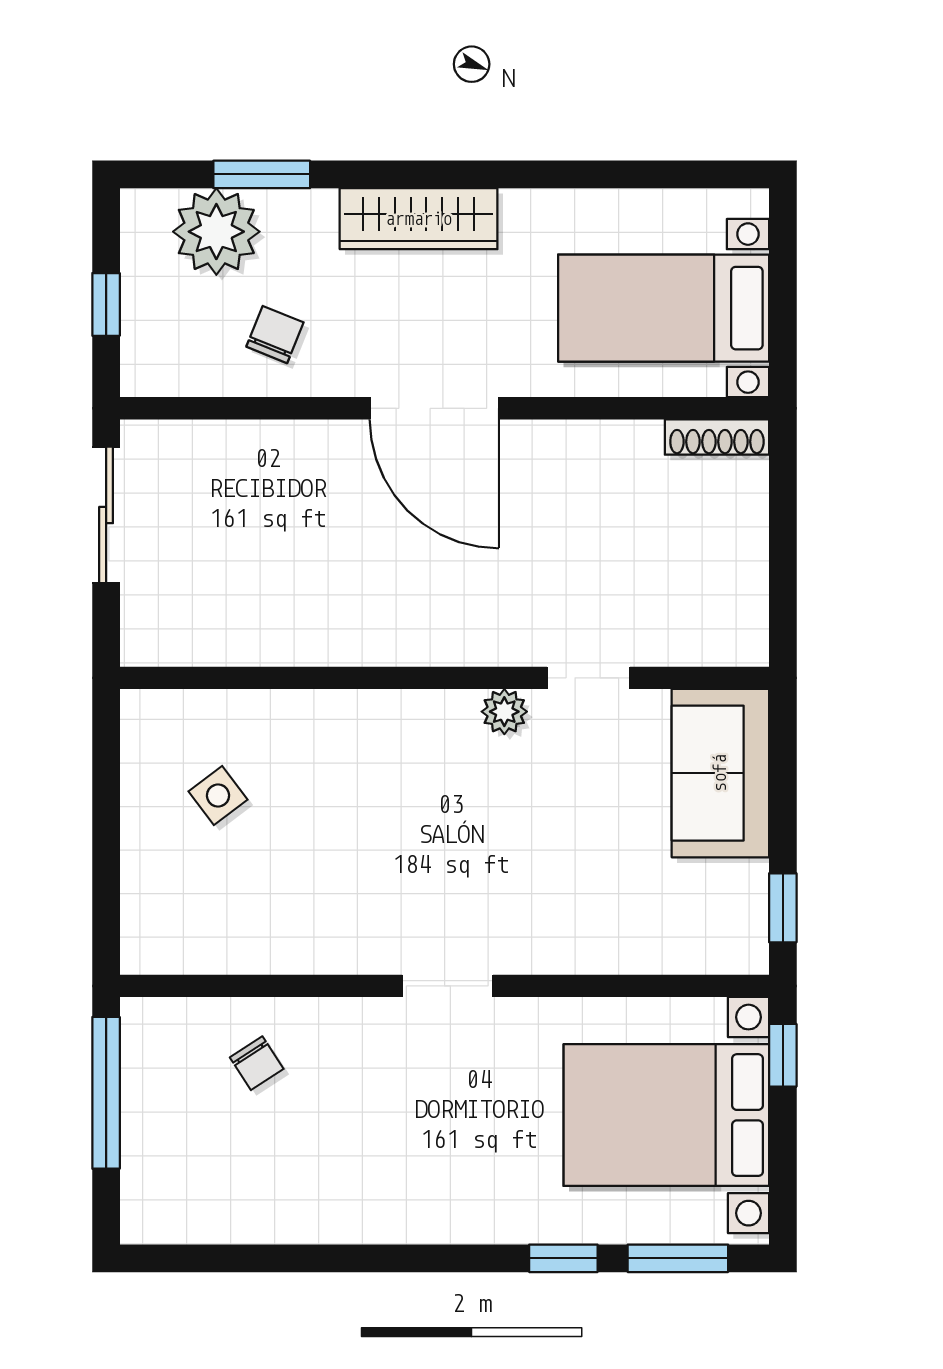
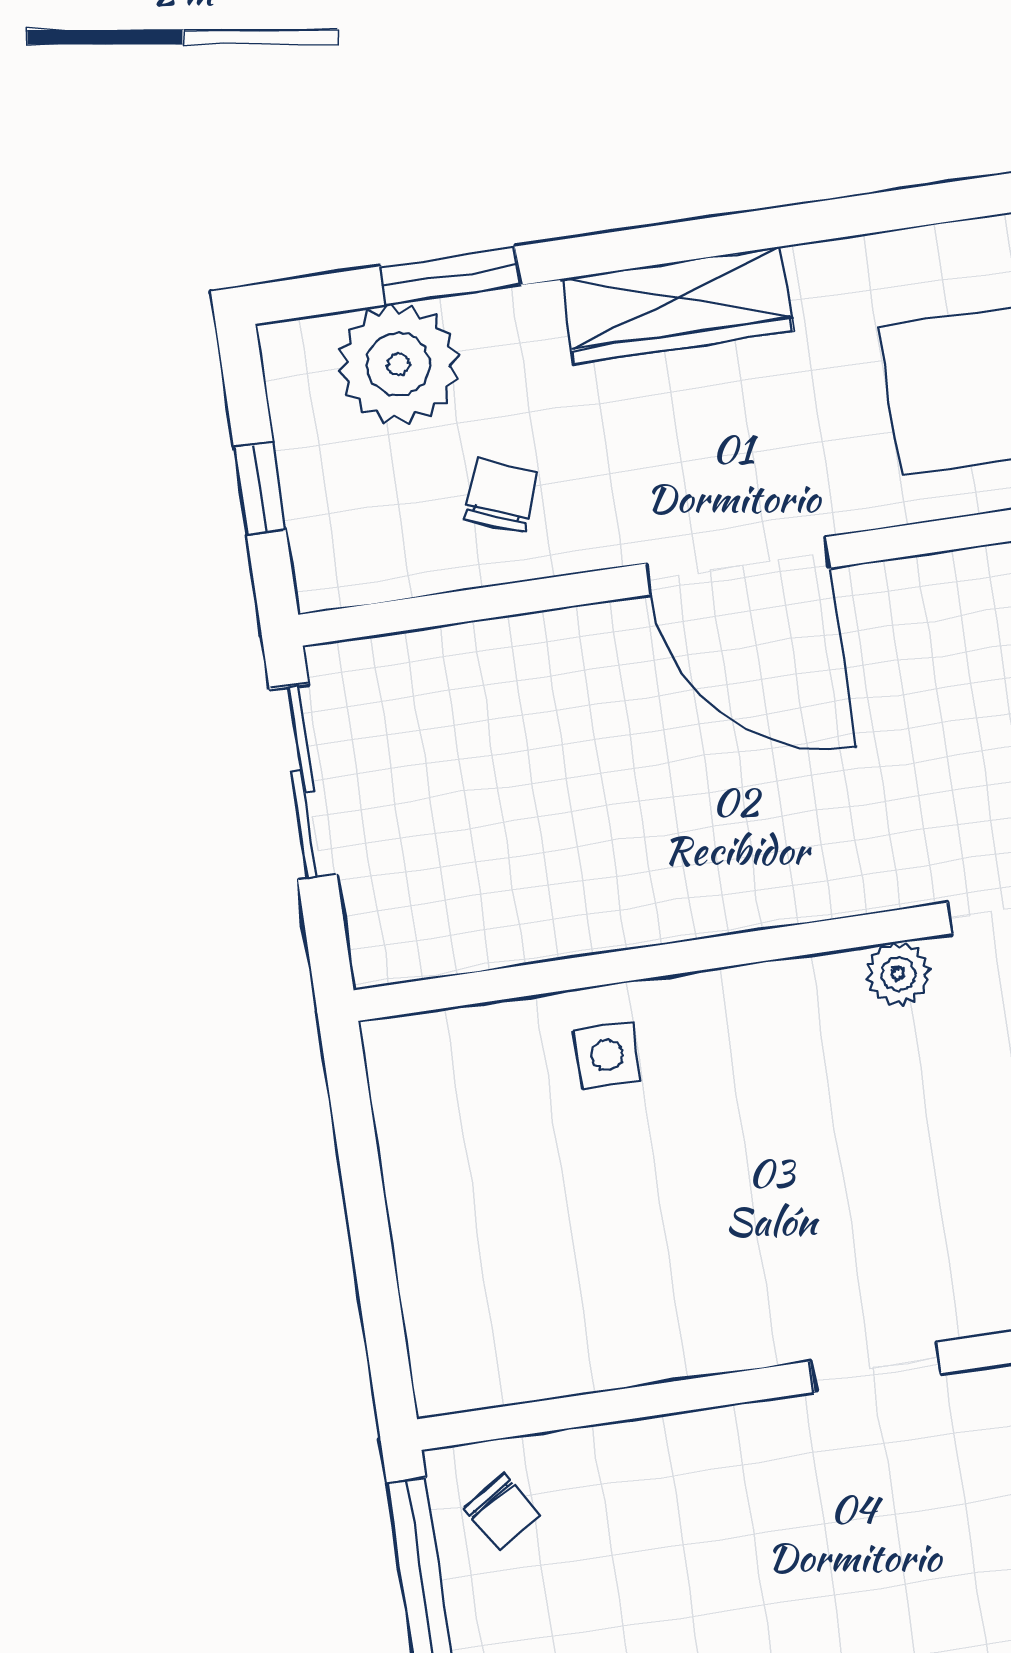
side table: (218, 796) -> (607, 1055), moved, turned 37
chair: (257, 1063) -> (502, 1511), moved

